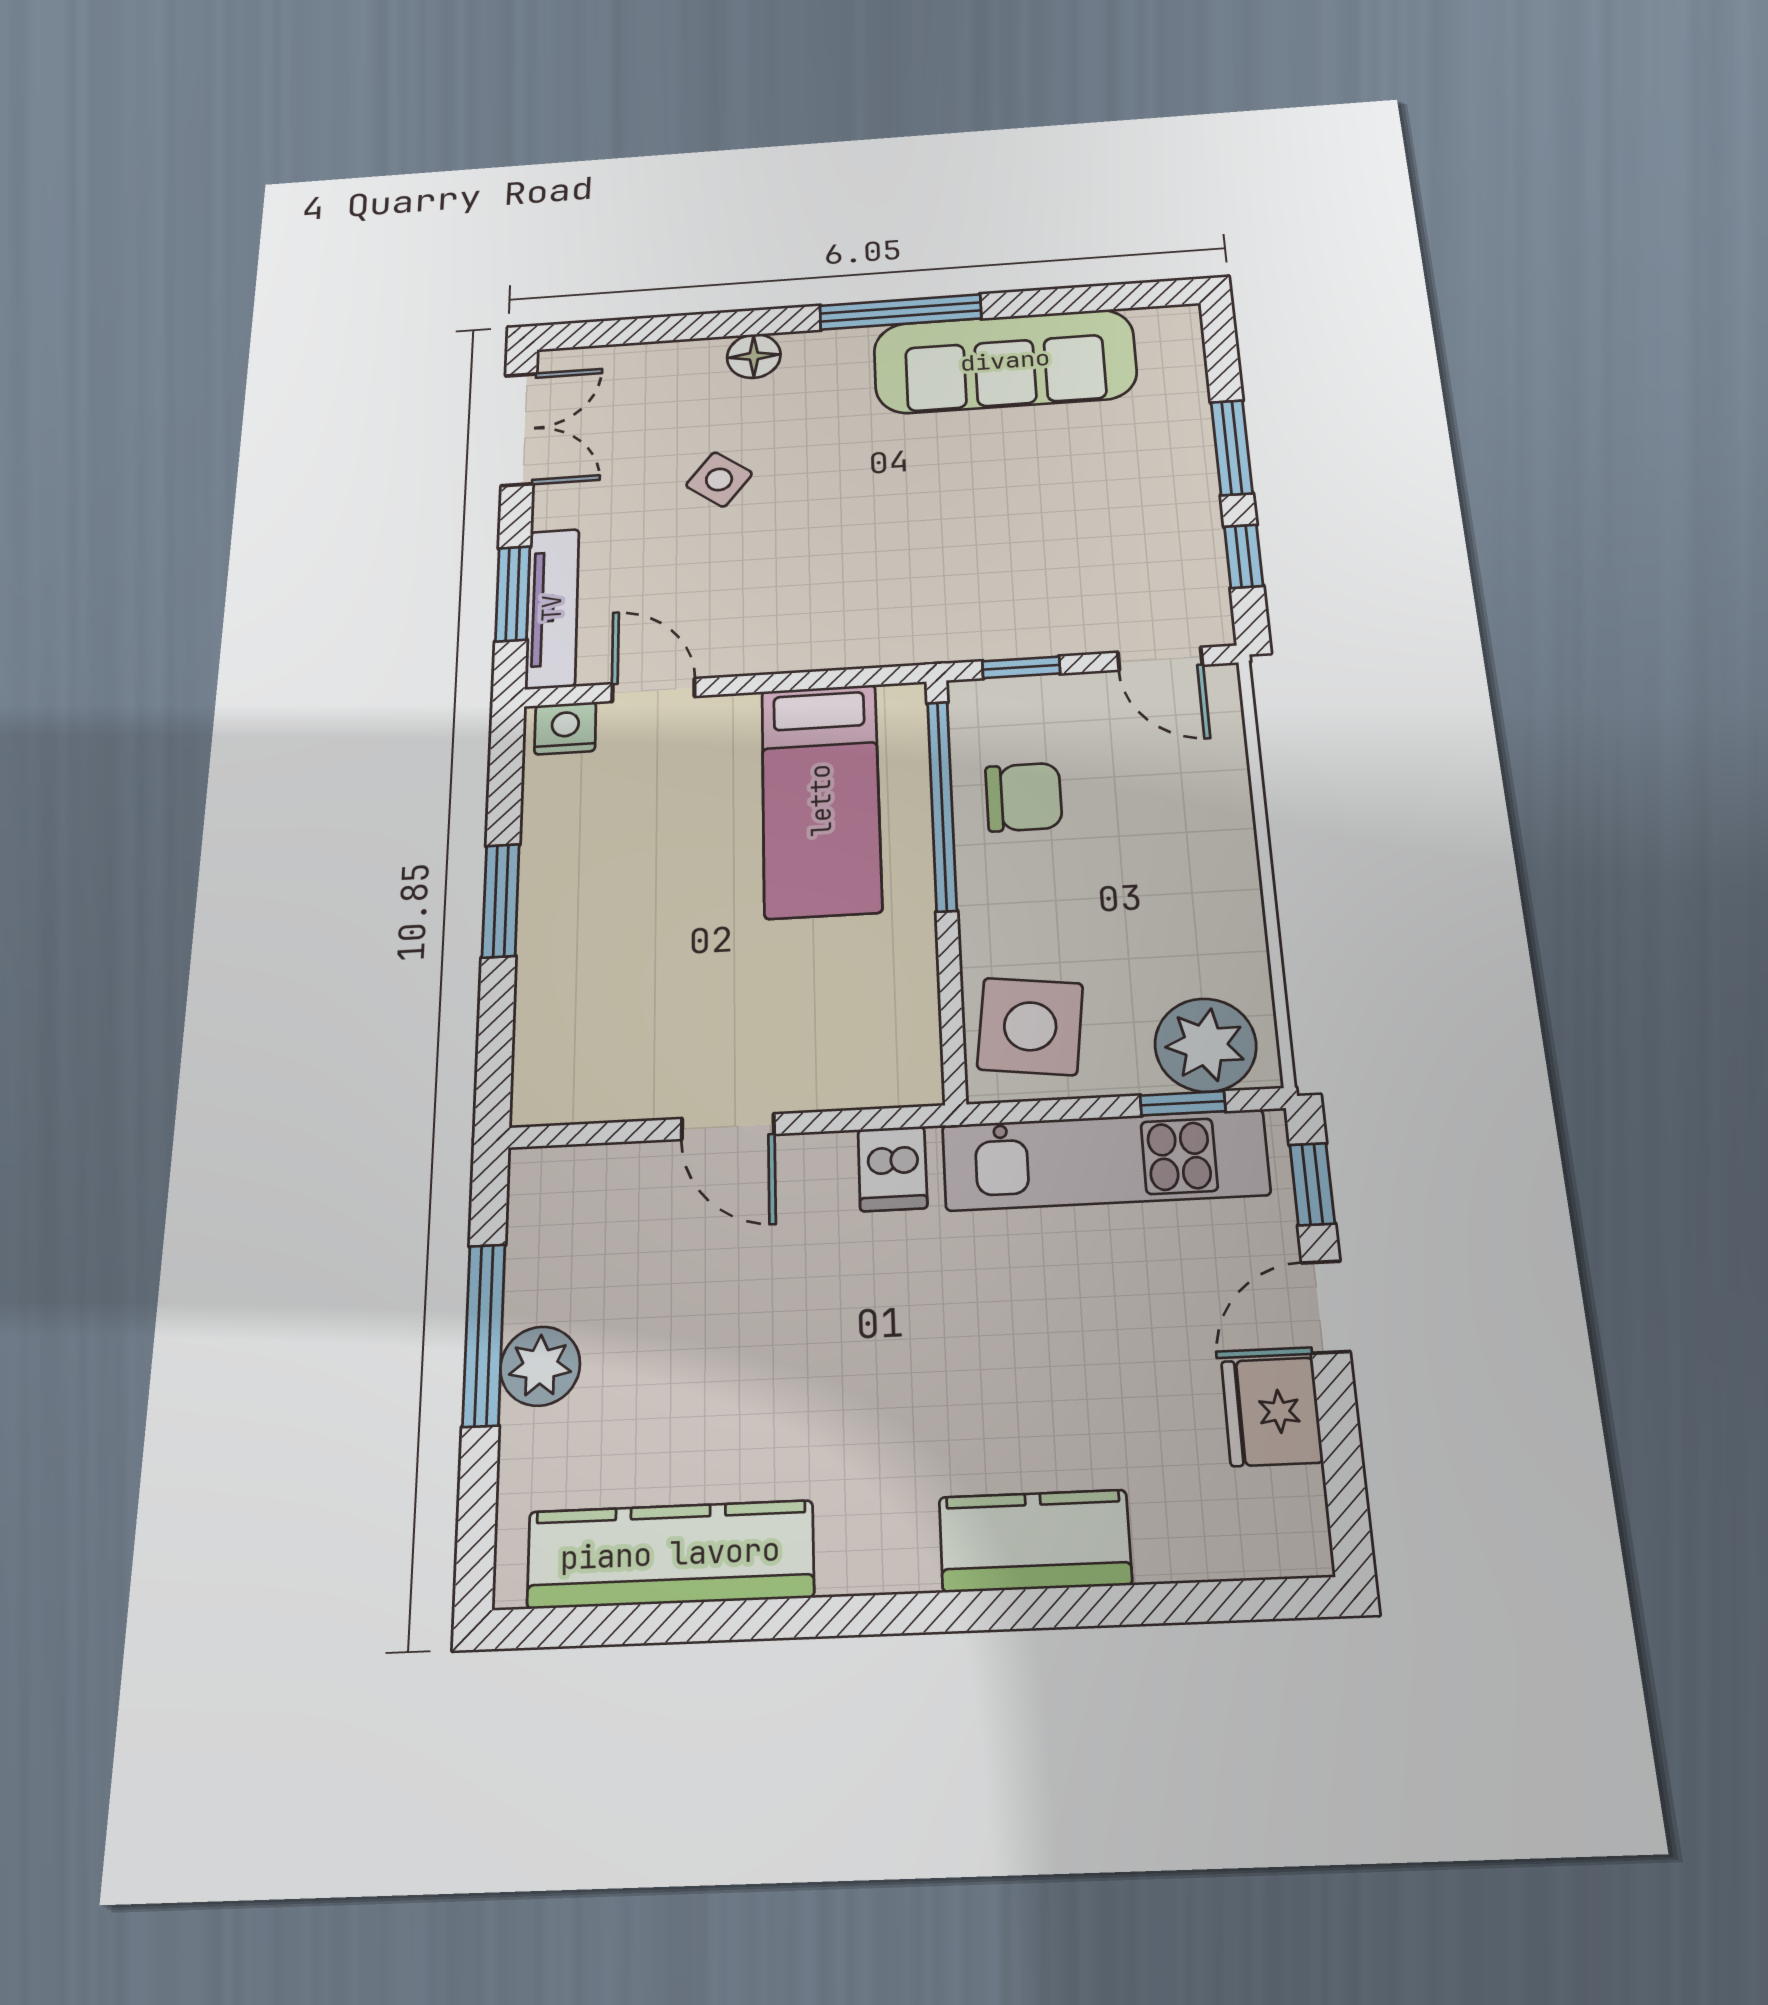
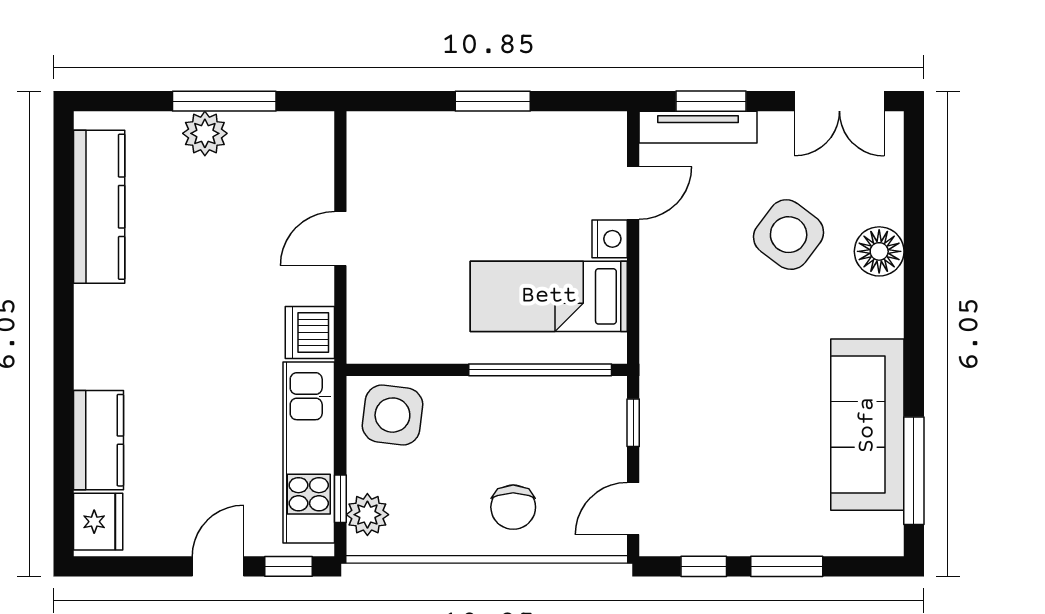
window: (900, 312) -> (914, 471), moved
floor lamp: (754, 356) -> (879, 251), width x1.38, depth x1.38
side table: (719, 479) -> (789, 235), width x1.87, depth x1.87
nightstand: (565, 728) -> (610, 239), moved
chair: (1024, 797) -> (513, 507), moved
plant: (1205, 1045) -> (367, 515), width x0.73, depth x0.73
dishwasher: (892, 1169) -> (310, 332), width x1.38
door: (1326, 1307) -> (218, 566), hinge flipped
fridge: (1272, 1412) -> (98, 522), moved, turned 90
kitchen counter: (1035, 1541) -> (98, 440), moved

